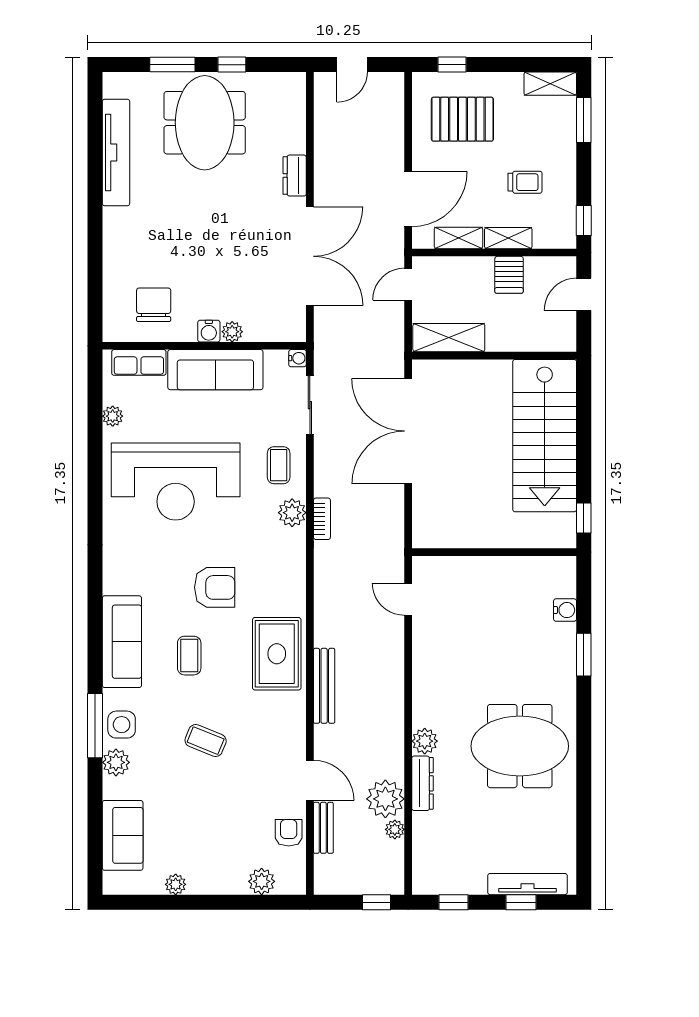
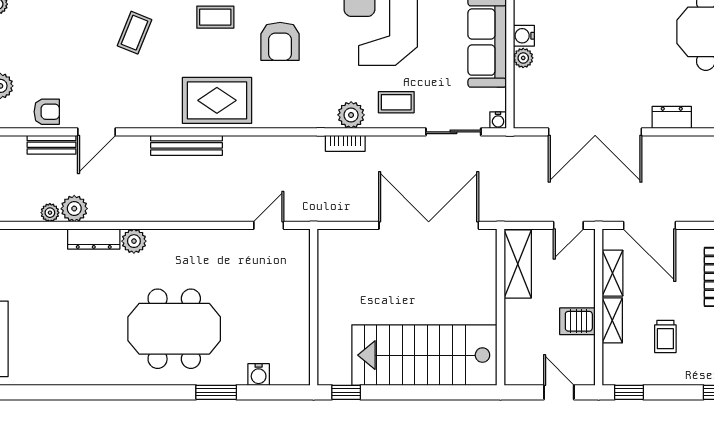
door: (408, 284) -> (568, 225), swing flipped
meeting table: (520, 746) -> (174, 329), moved, turned 90
plant: (385, 799) -> (74, 209), width x0.73, depth x0.73

